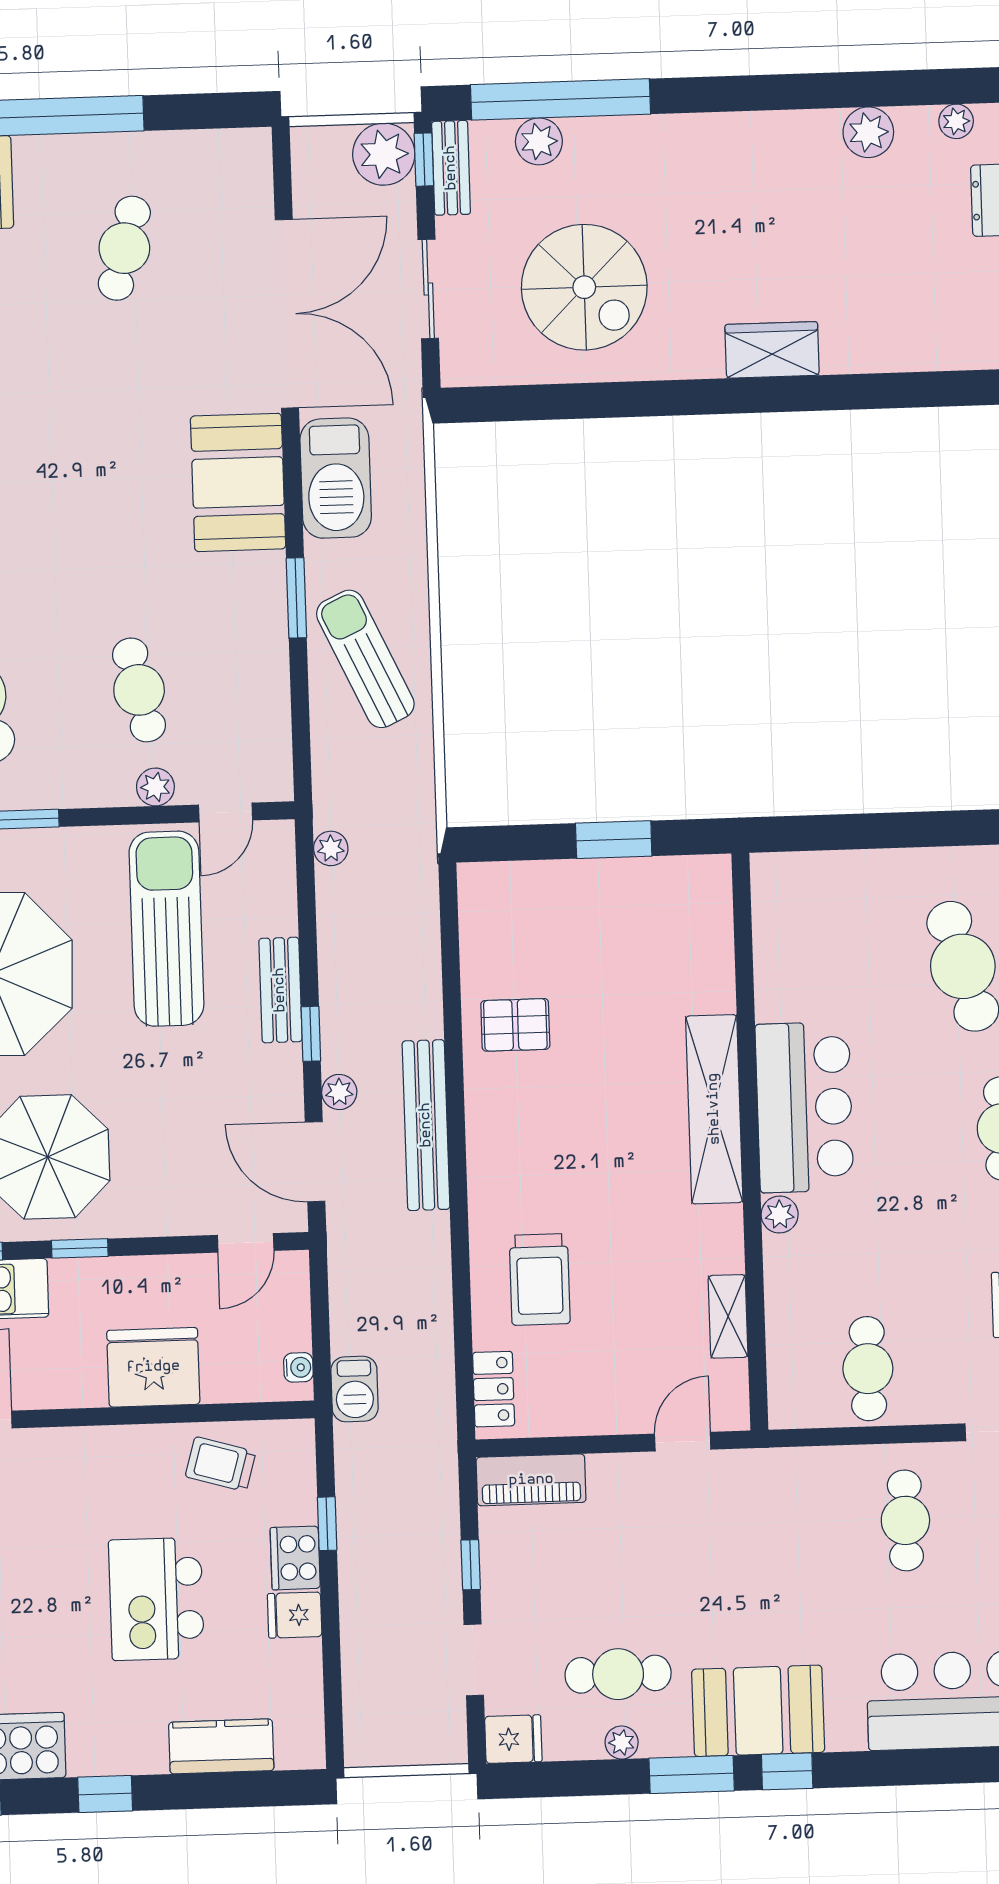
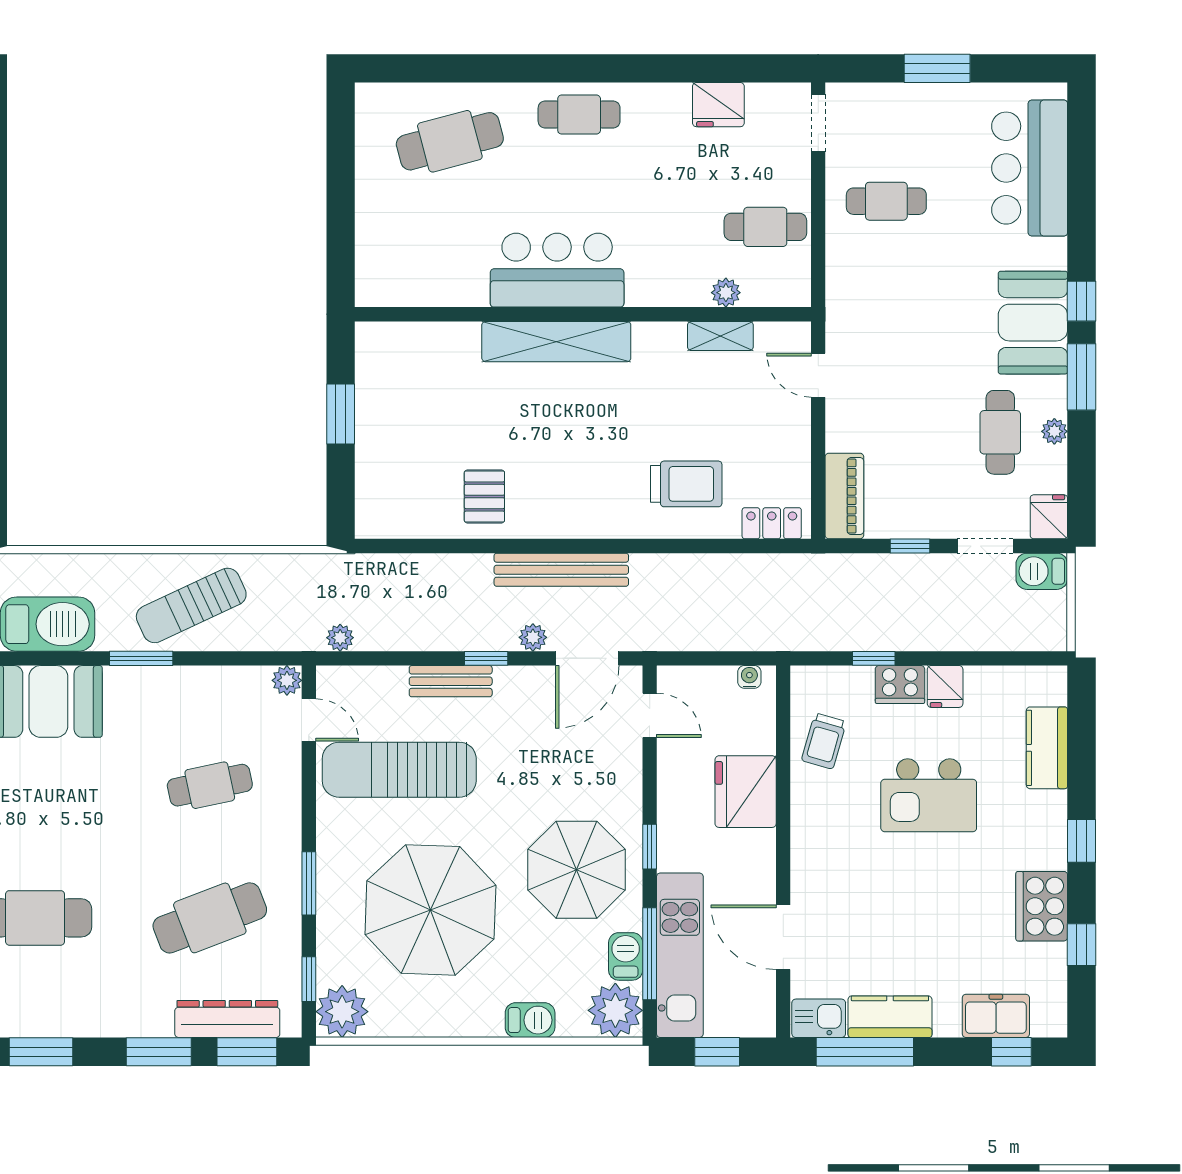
plant: (155, 787) -> (287, 680), moved
plant: (780, 1215) -> (726, 293), moved
barbecue: (355, 1389) -> (1042, 571), moved, turned 180

